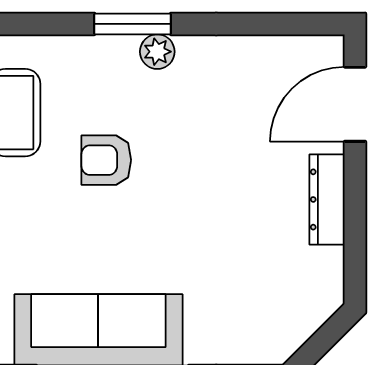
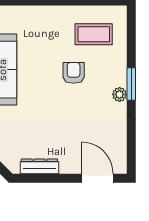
dresser: (327, 199) -> (39, 166), moved

